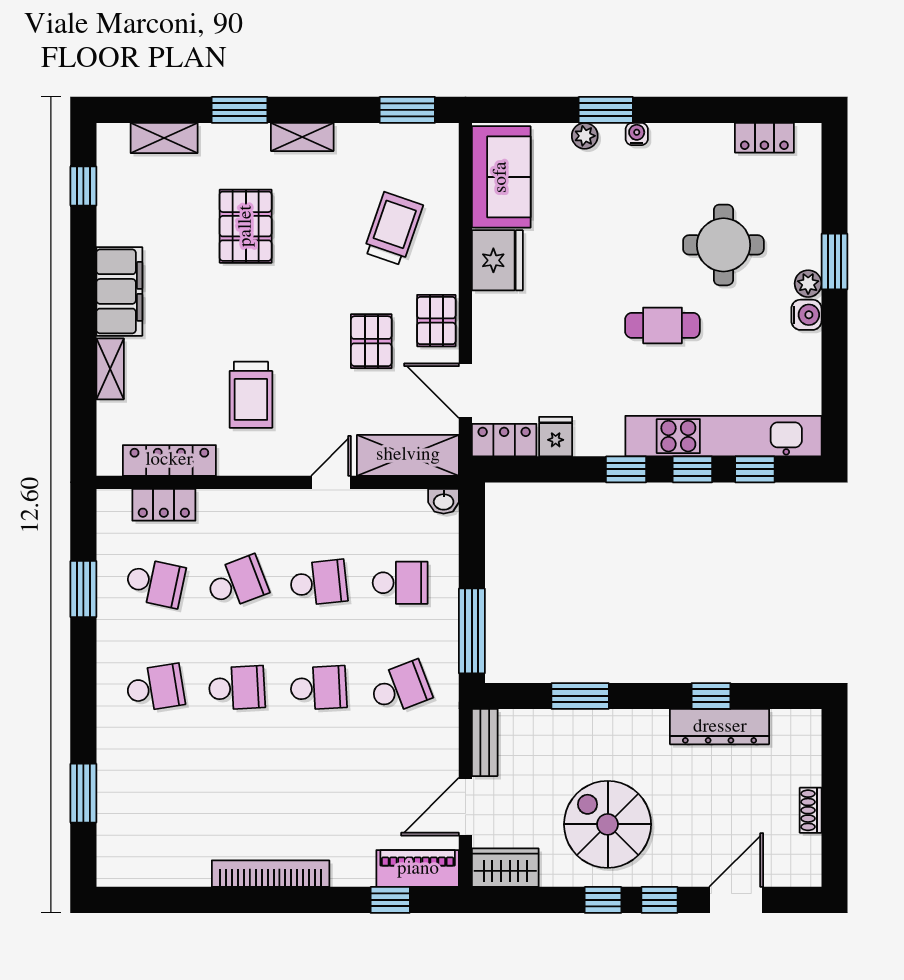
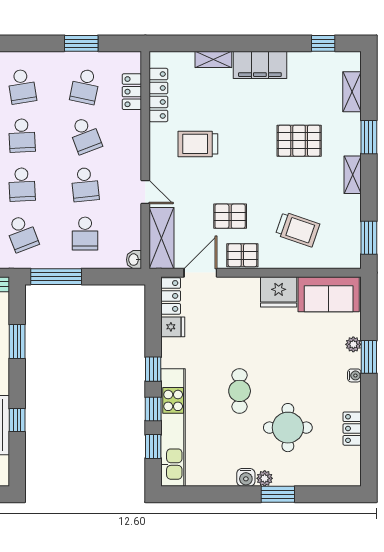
locker: (764, 138) -> (352, 429), moved

